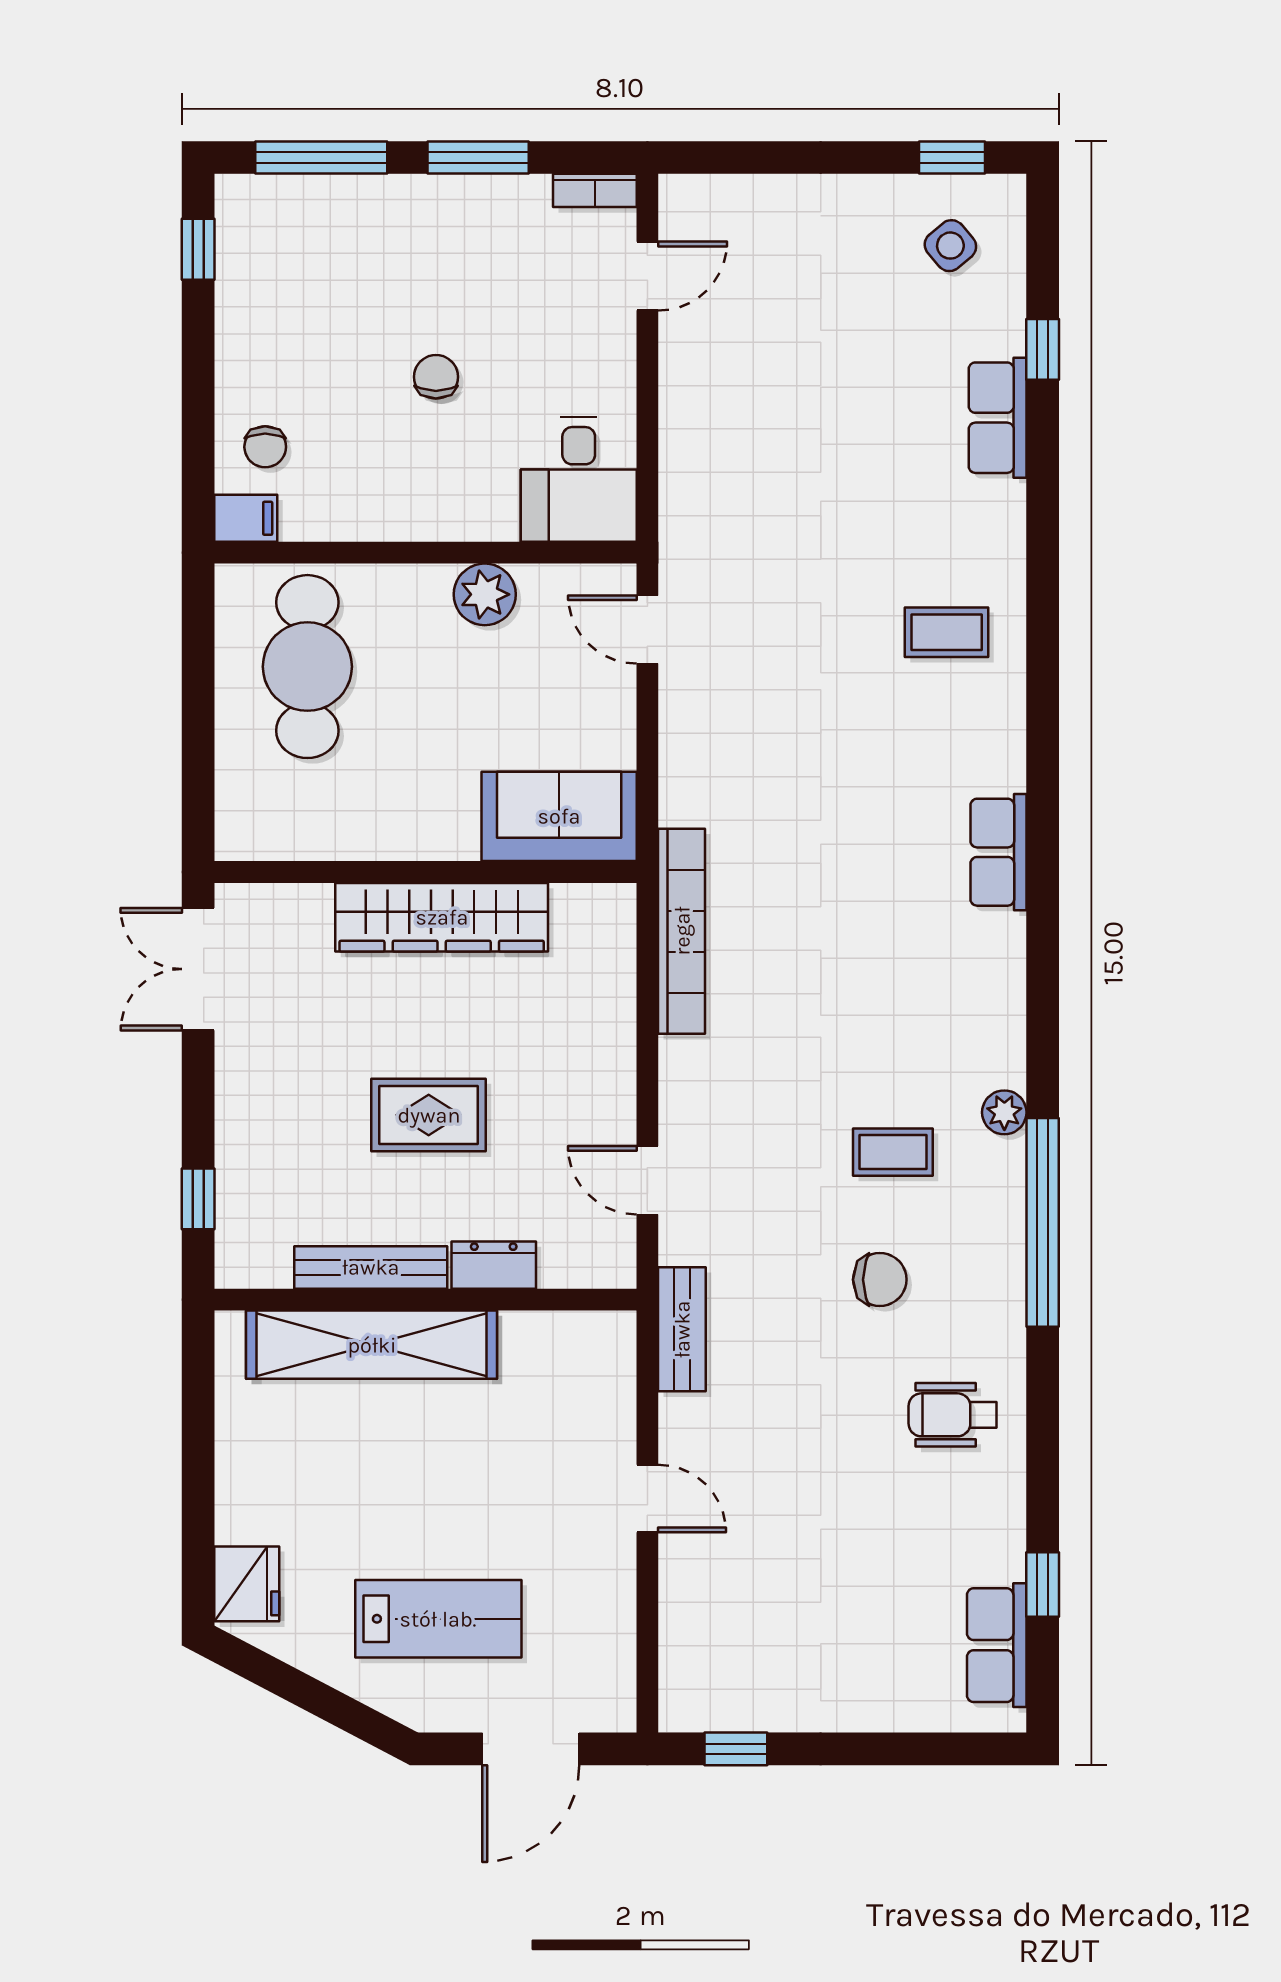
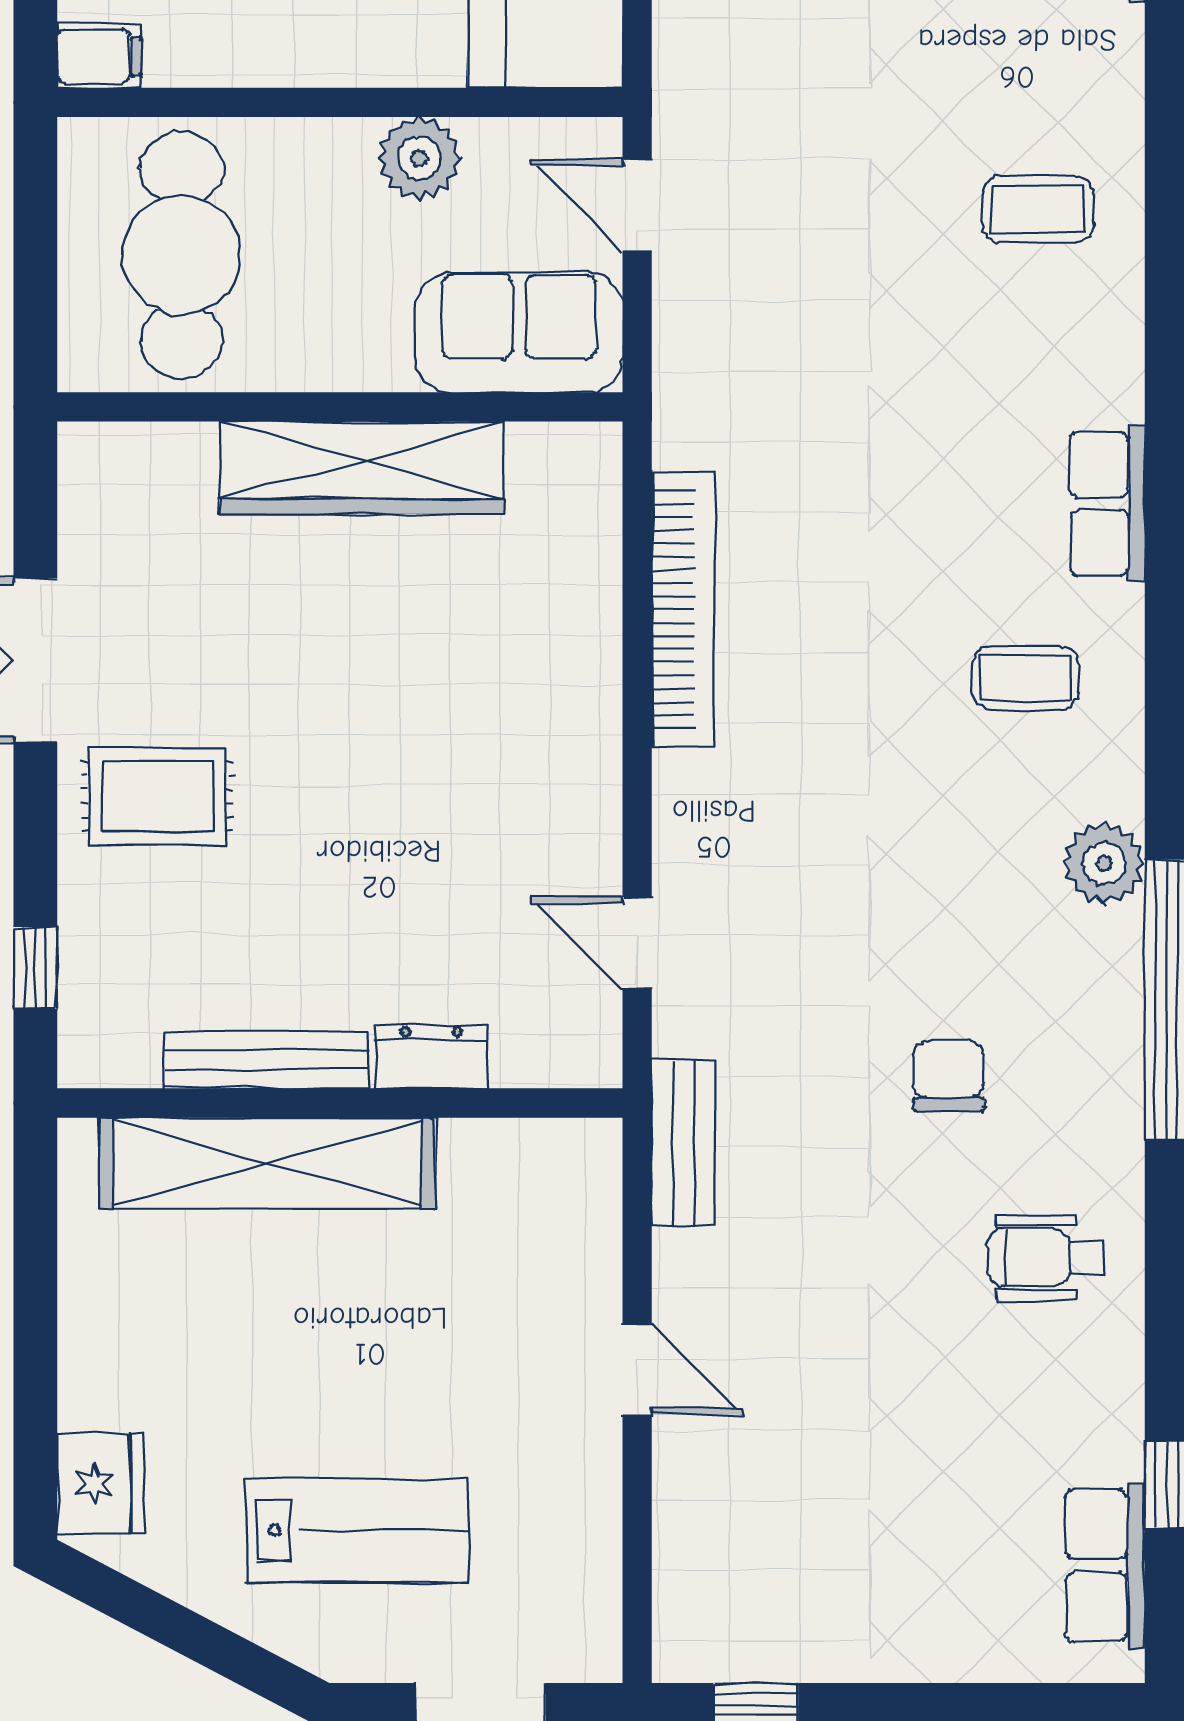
sofa: (559, 816) -> (519, 332), moved
wall: (425, 872) -> (340, 407), moved
wardrobe: (442, 917) -> (362, 467), moved
plant: (1004, 1112) -> (1104, 863), width x1.38, depth x1.38
rug: (429, 1115) -> (157, 796), moved
coffee table: (893, 1152) -> (1025, 678), moved
chair: (880, 1280) -> (949, 1076), turned -90

